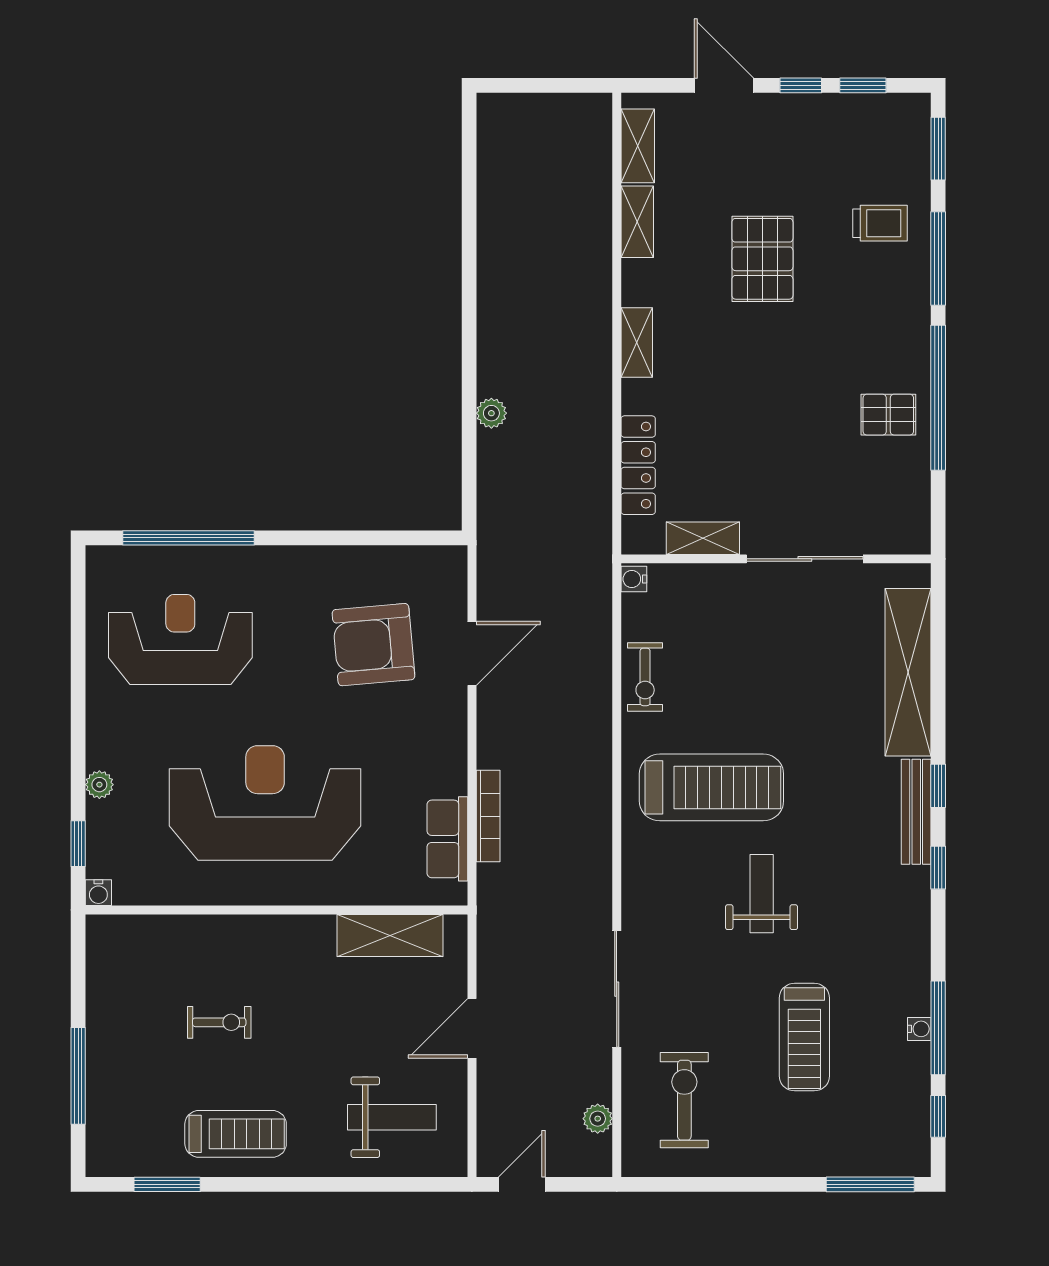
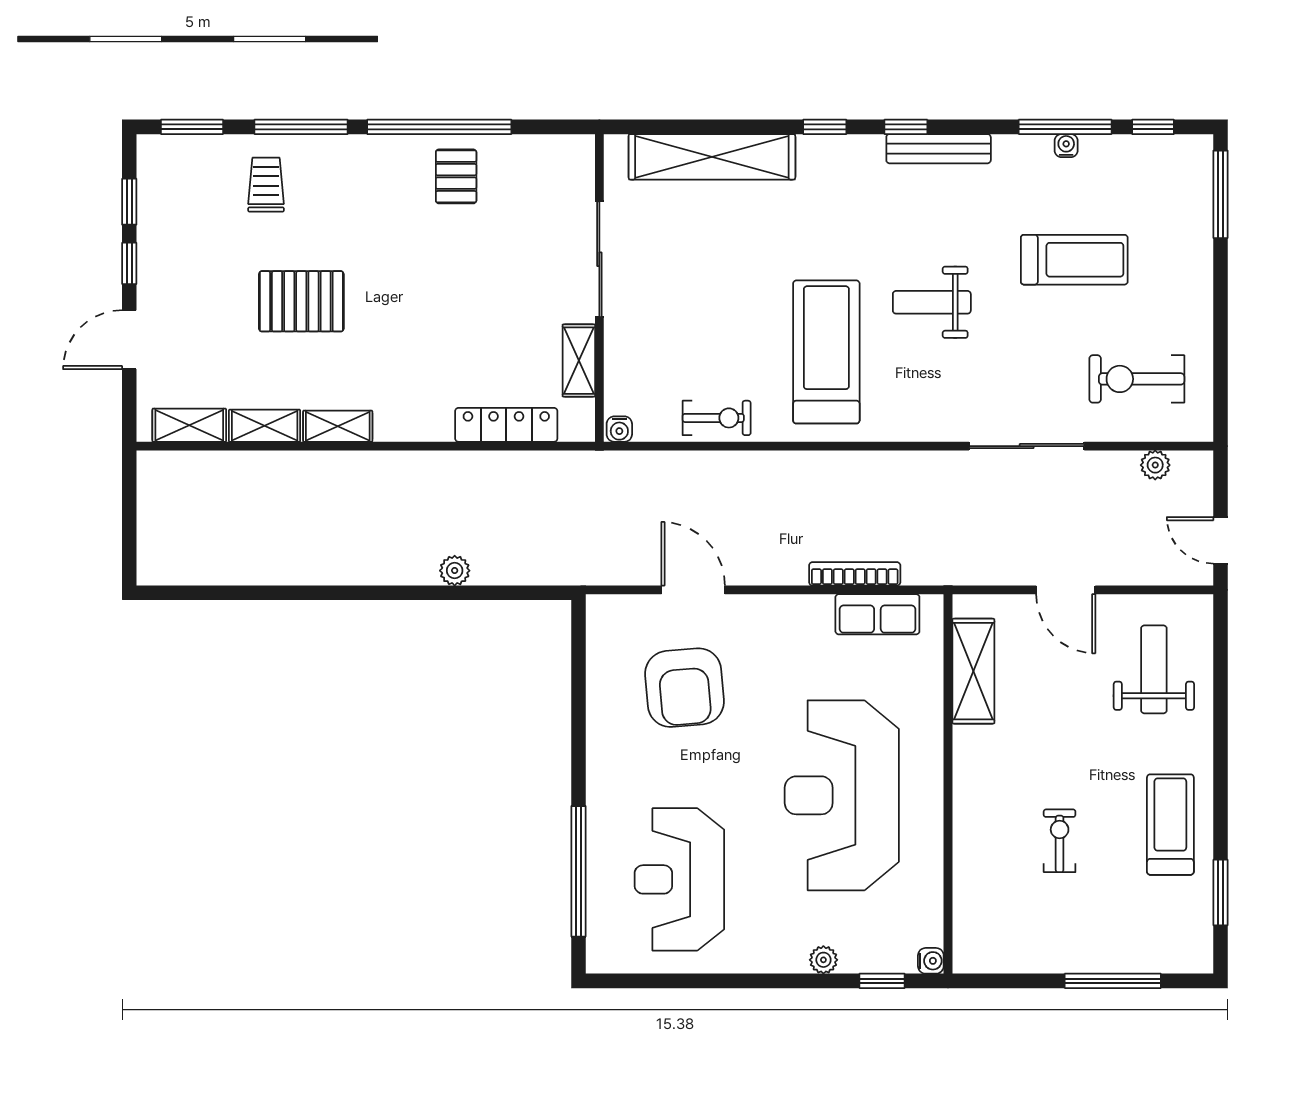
shelving: (637, 343) -> (338, 426), moved
bench: (916, 812) -> (939, 149), moved

